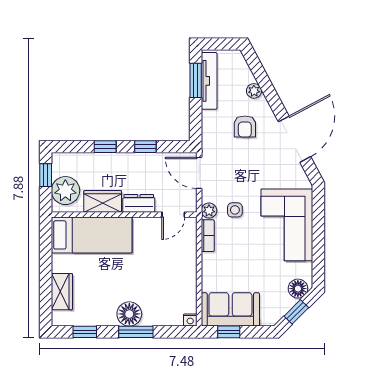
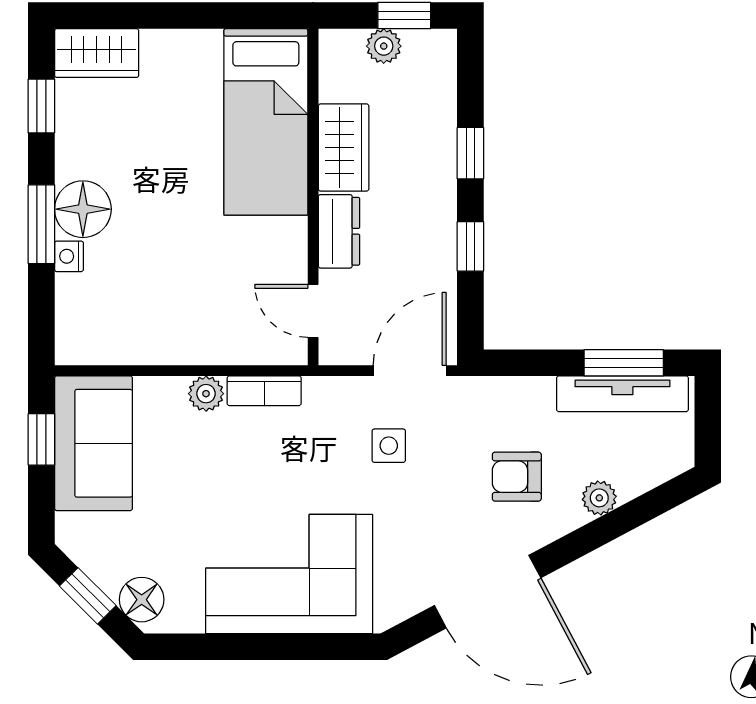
plant: (65, 191) -> (384, 46), width x0.53, depth x0.53
side table: (235, 210) -> (389, 446), moved
plant: (209, 211) -> (206, 394), moved
wardrobe: (62, 292) -> (97, 53), moved
nightstand: (190, 320) -> (69, 256), moved

